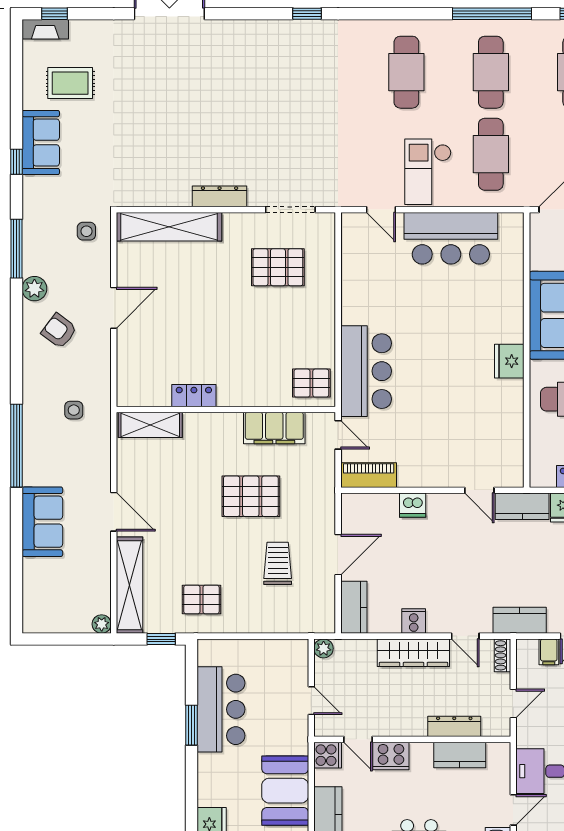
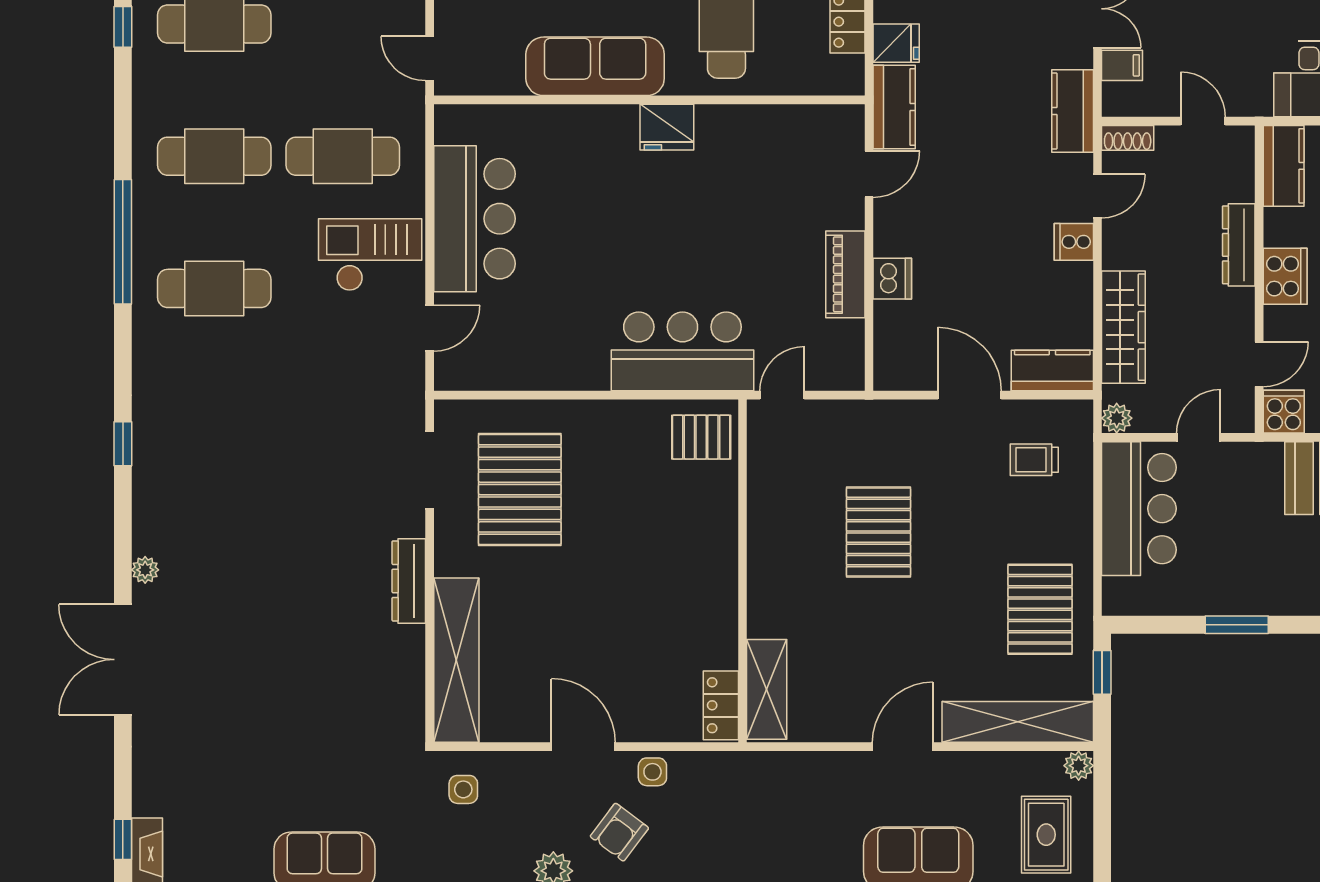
window: (492, 14) -> (123, 242), moved
plant: (227, 28) -> (145, 570), added
rug: (70, 83) -> (1046, 835), moved
checkout: (428, 172) -> (370, 255), turned 180
pallet: (278, 267) -> (520, 490), width x1.37, depth x1.41
pallet: (311, 383) -> (701, 437), turned 90
locker: (194, 396) -> (721, 705), moved
side table: (74, 410) -> (652, 772), moved
filing cabinet: (274, 428) -> (772, 495), removed
piano: (369, 475) -> (845, 274), moved
trolley: (278, 563) -> (1034, 460), moved, width x0.73, depth x0.72
pallet: (201, 599) -> (1040, 609), width x1.50, depth x1.42
cooker: (414, 621) -> (1074, 242), moved
wardrobe: (413, 653) -> (1123, 327), moved
bar counter: (221, 709) -> (1139, 509), moved, turned 90
dresser: (454, 726) -> (1239, 245), moved
kitchen counter: (460, 755) -> (1284, 166), moved
cooker: (391, 756) -> (1285, 276), moved

